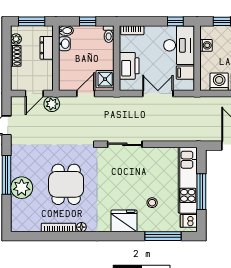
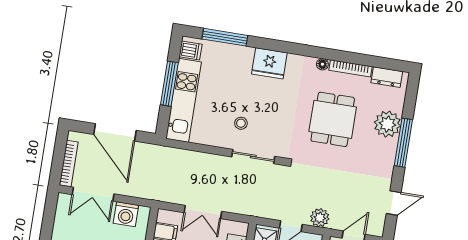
plant: (52, 104) -> (320, 218), moved
stool: (152, 203) -> (241, 123), moved
dresser: (28, 225) -> (387, 77), added

